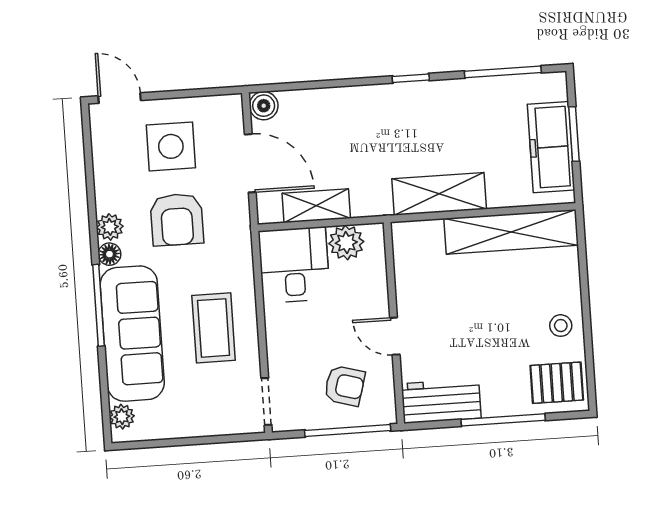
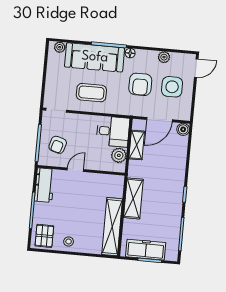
armchair: (177, 220) -> (140, 84), turned -90
plant: (110, 227) -> (164, 57), moved

